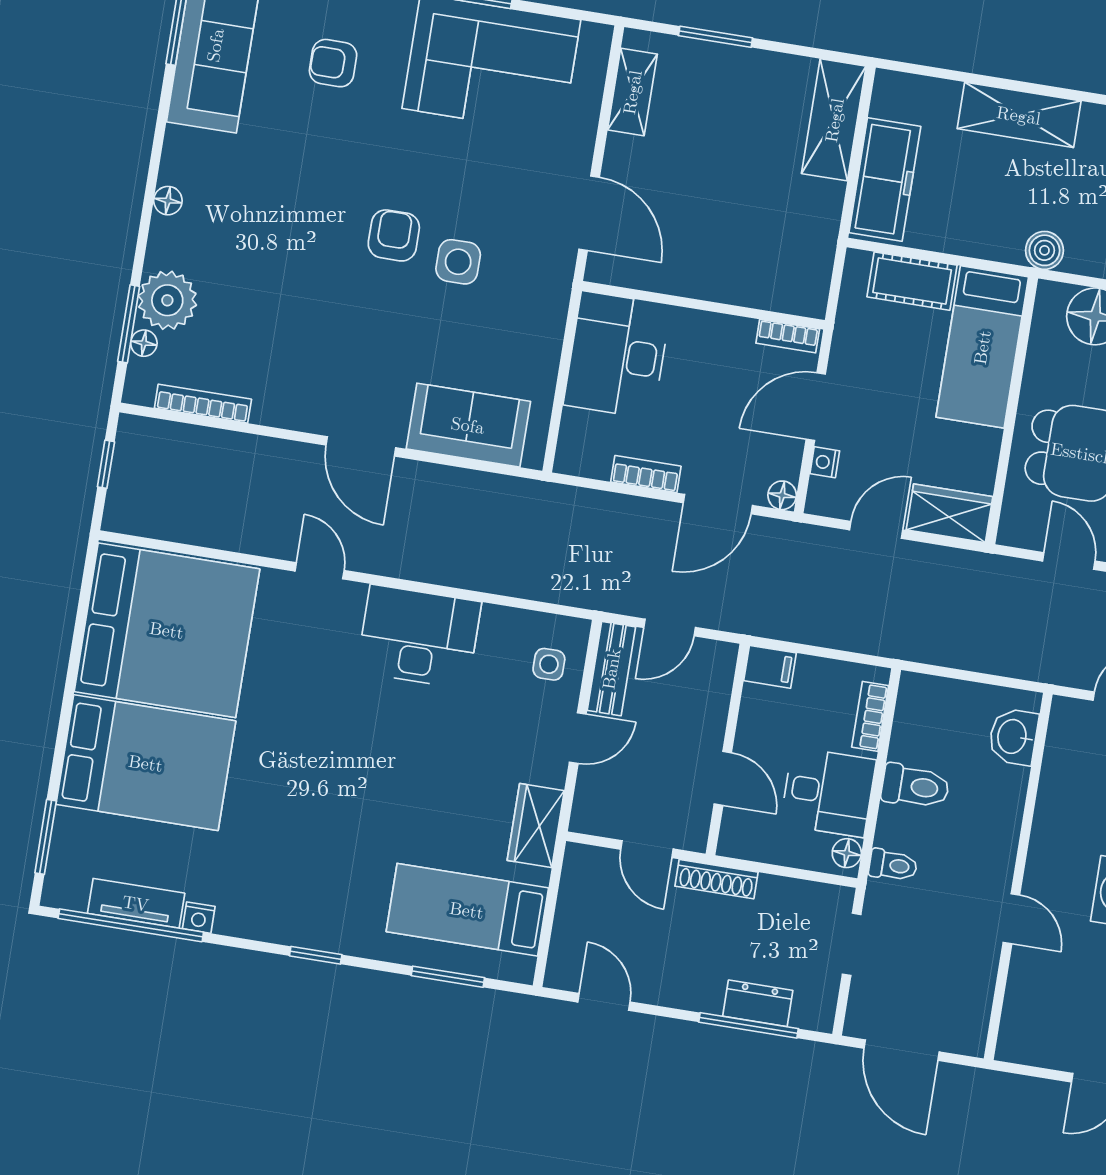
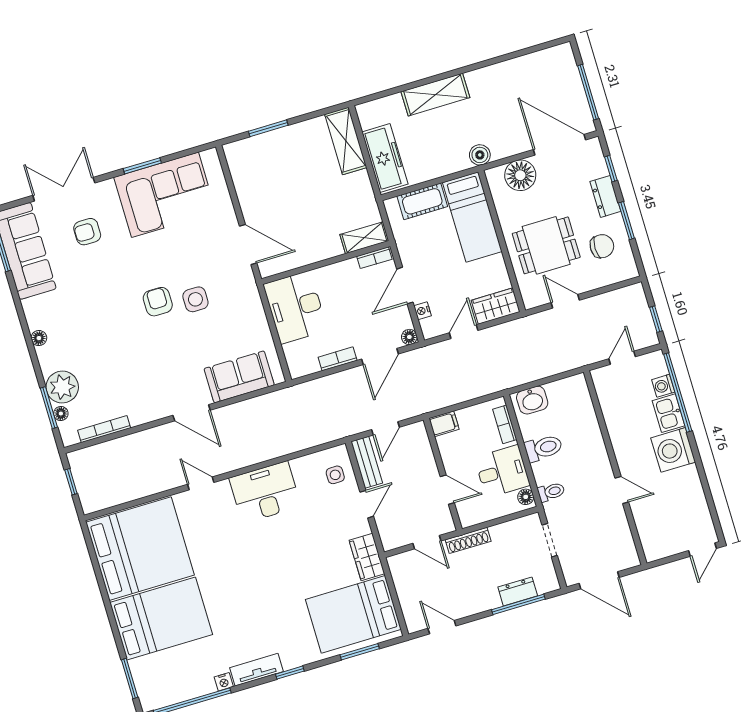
shelving: (632, 92) -> (364, 238), moved, turned 90
washbasin: (1013, 737) -> (532, 400), moved, turned -90
tv unit: (136, 903) -> (257, 670), moved
bed: (467, 910) -> (353, 614), width x1.50

